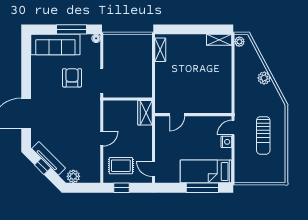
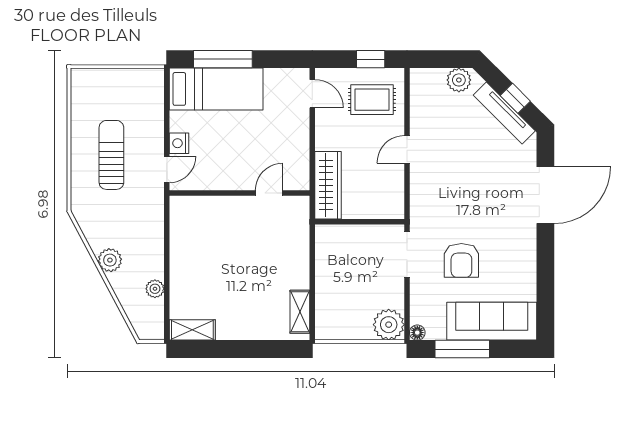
plant: (239, 42) -> (155, 289), moved
plant: (112, 43) -> (389, 325), added
wardrobe: (145, 113) -> (328, 185), width x1.50

